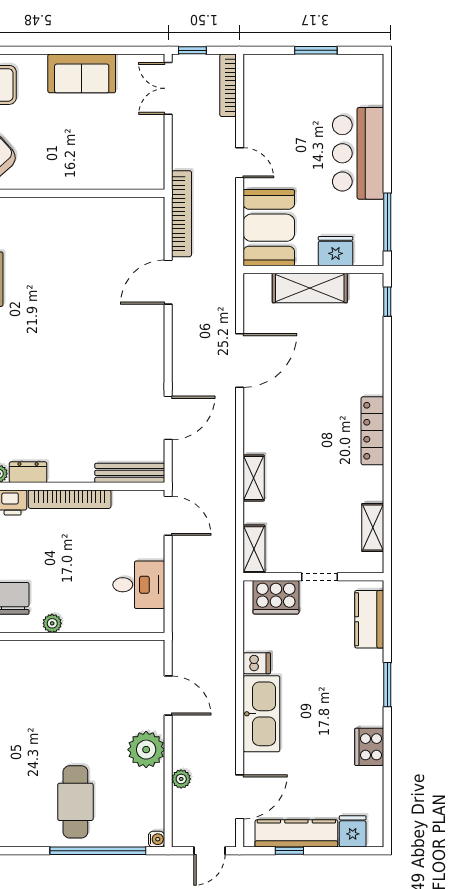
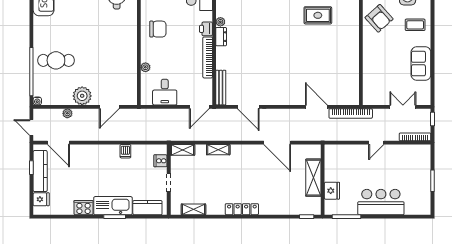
double door: (168, 88) -> (403, 107), moved
booth: (269, 228) -> (344, 157), removed
cooker: (276, 597) -> (160, 161), width x0.53, depth x0.76
plant: (52, 623) -> (145, 67), moved
kitchen sink: (261, 714) -> (113, 206), moved, turned 180

